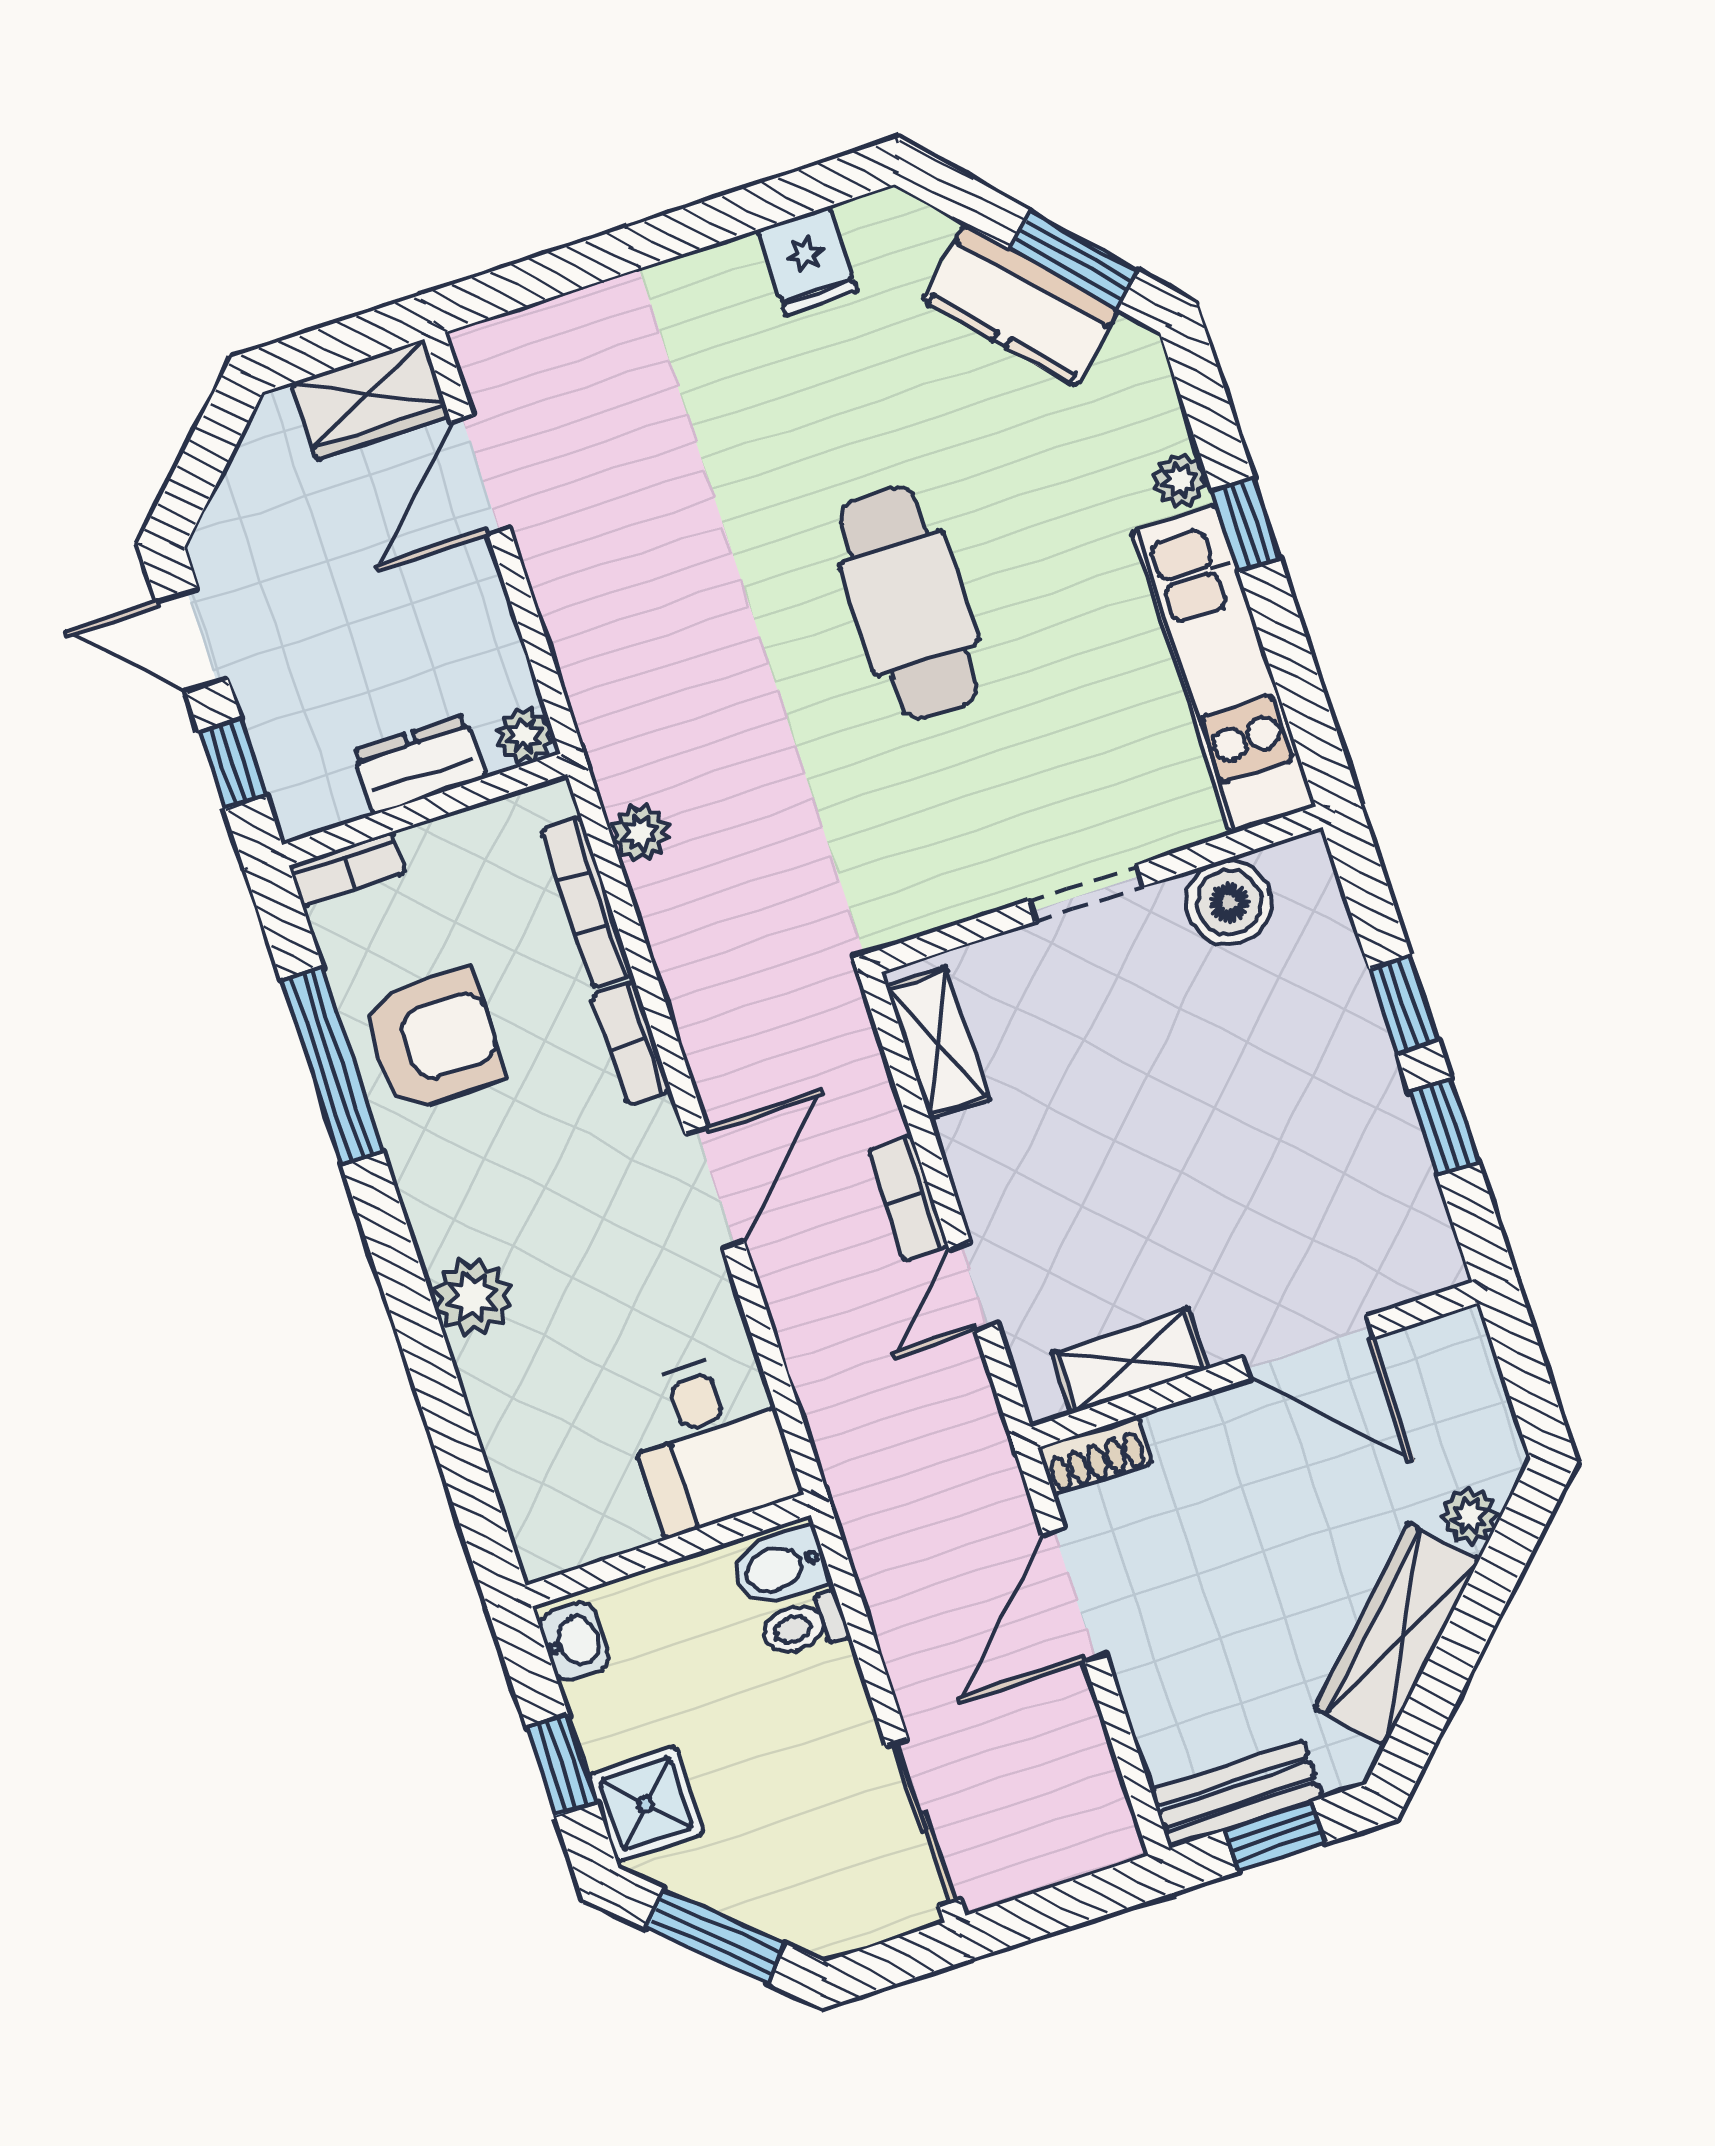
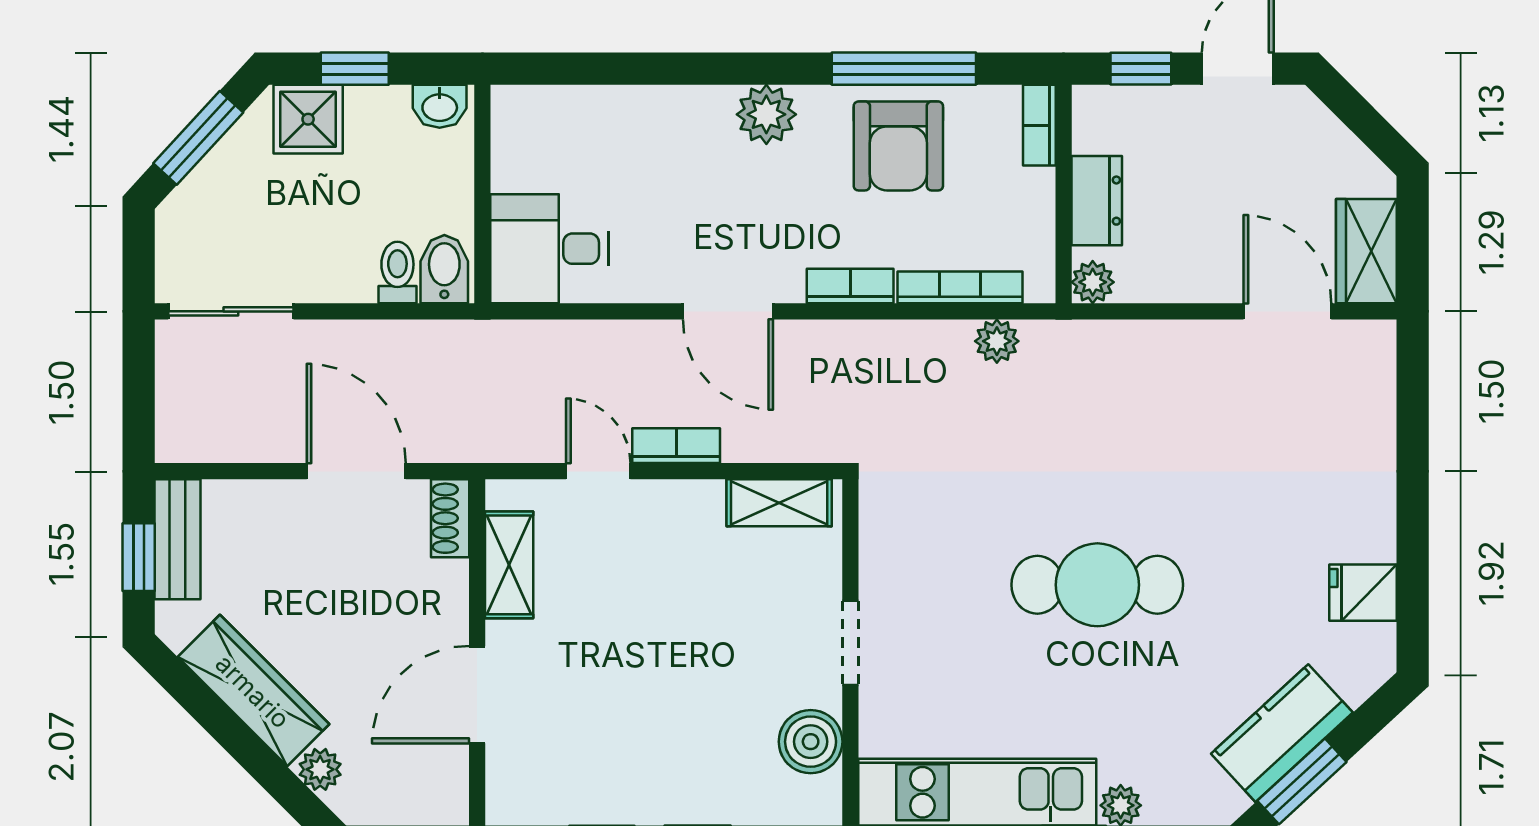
plant: (473, 1297) -> (766, 114), moved

